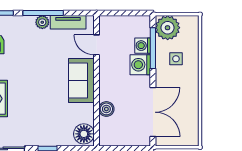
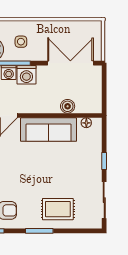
sofa: (81, 81) -> (49, 130), width x1.36
floor lamp: (84, 134) -> (86, 123), width x0.53, depth x0.53

